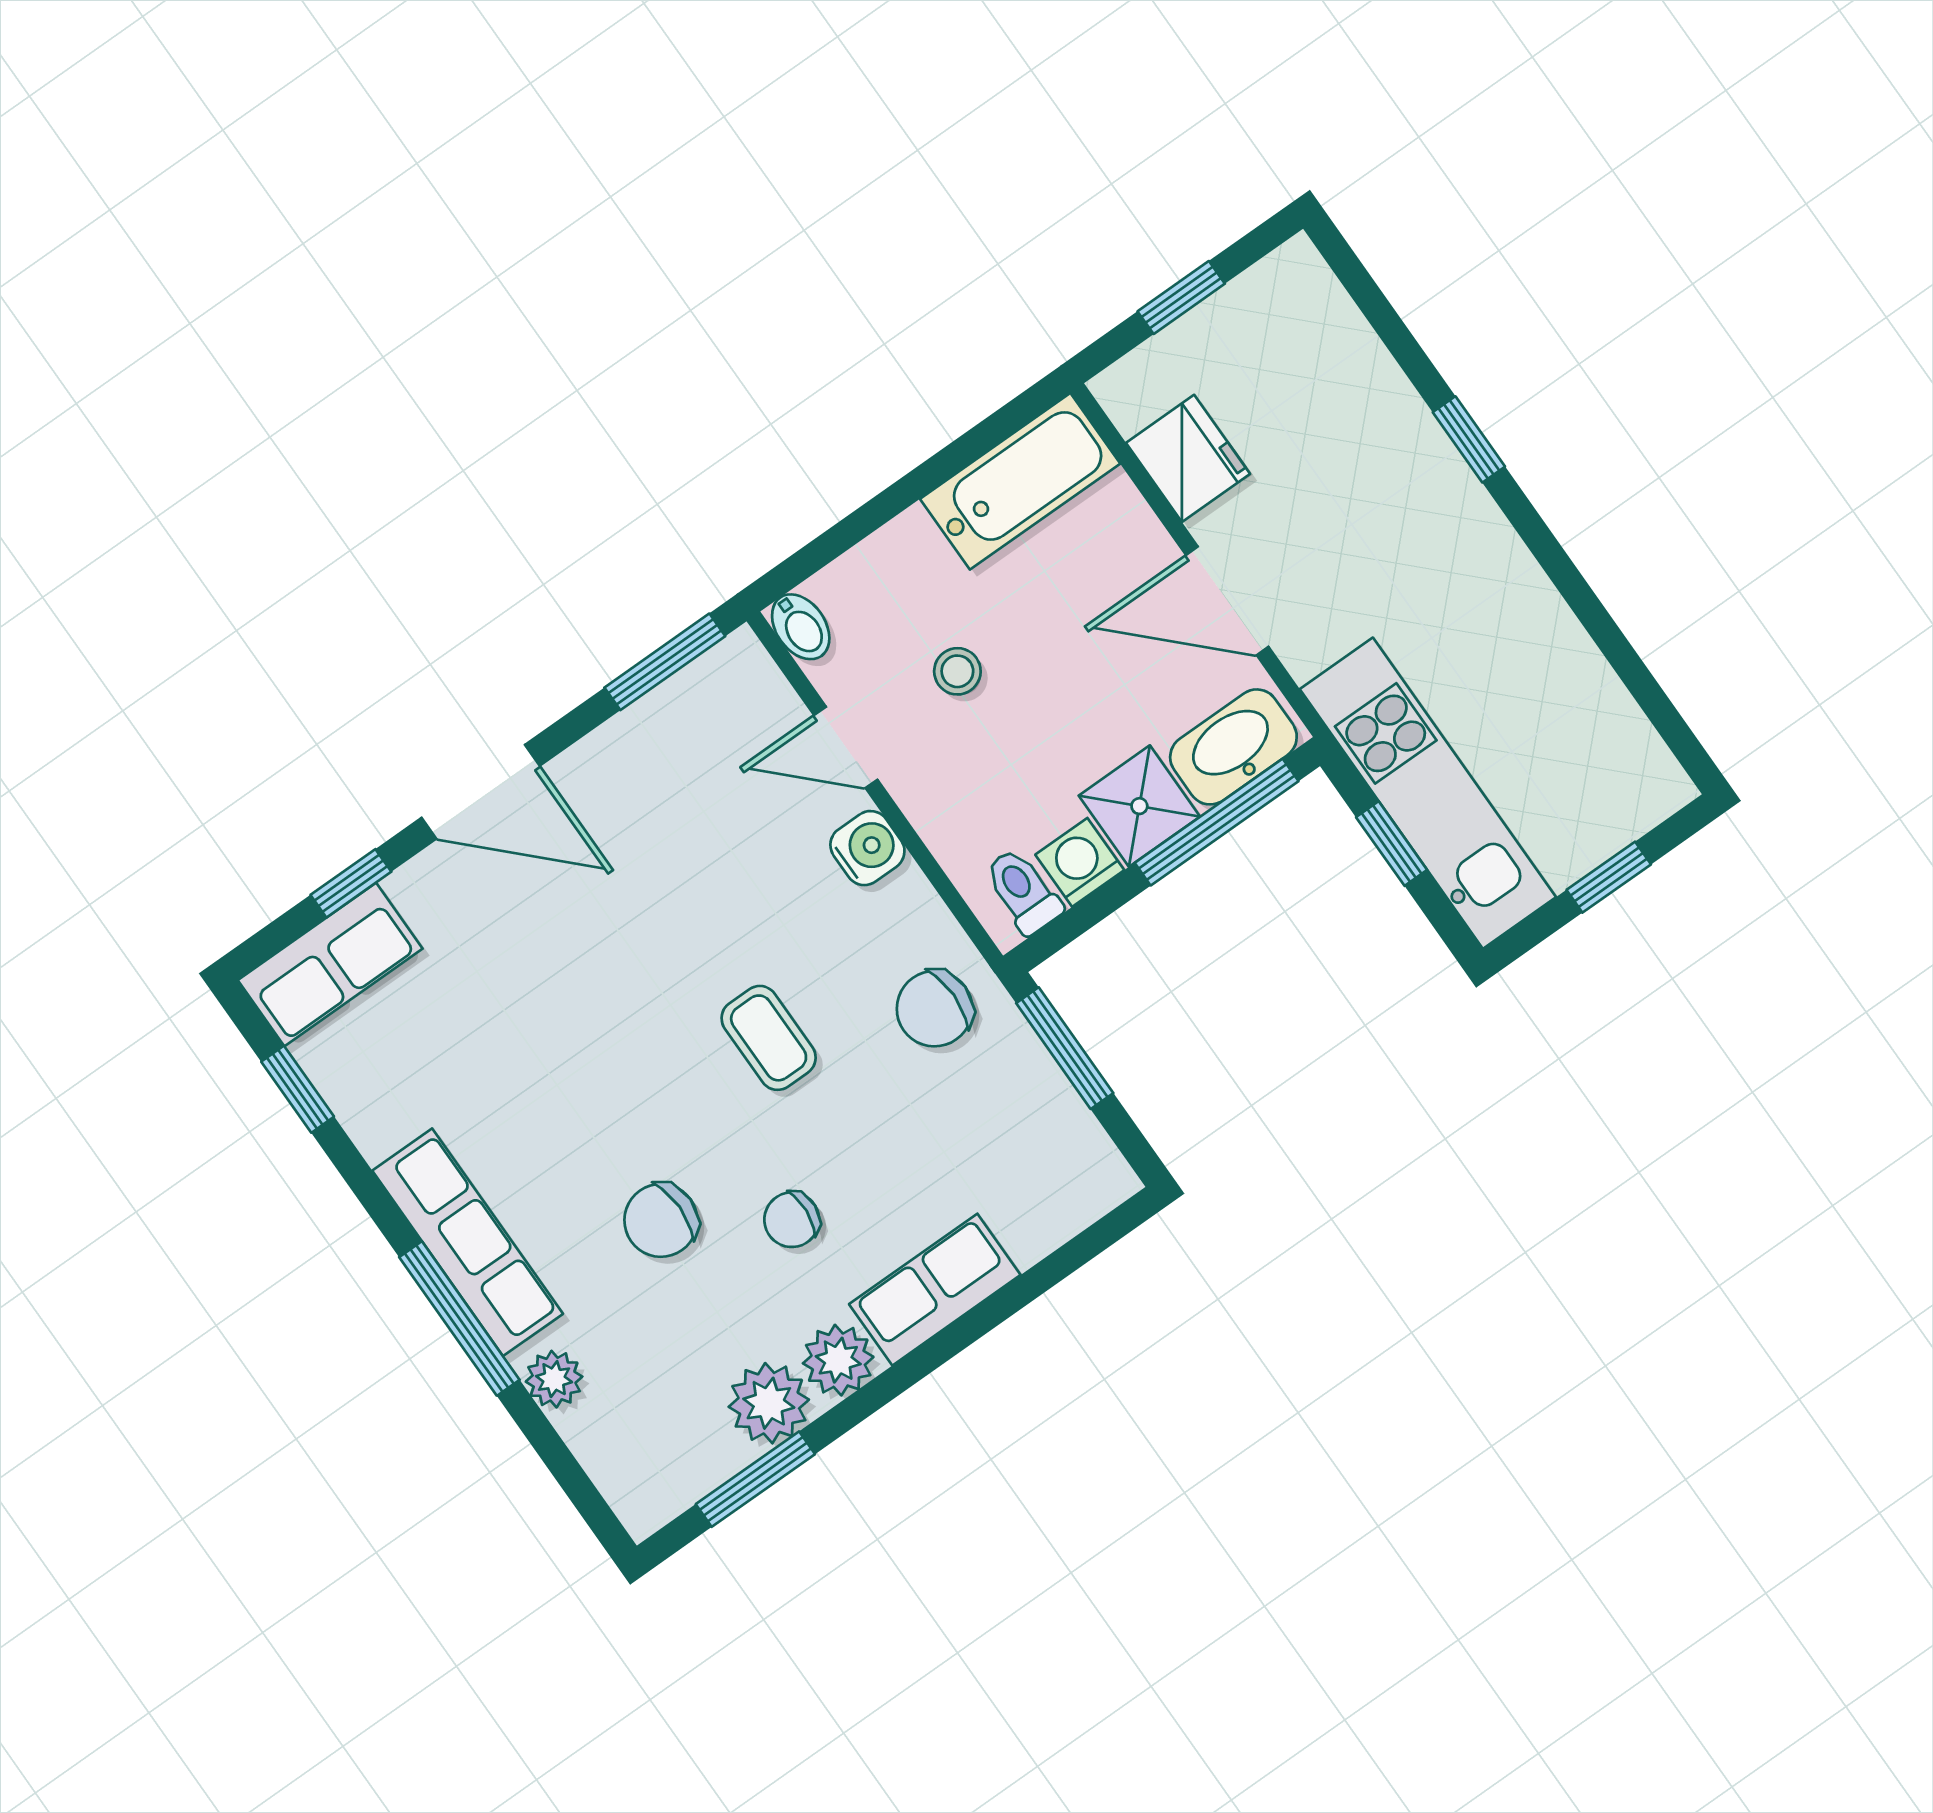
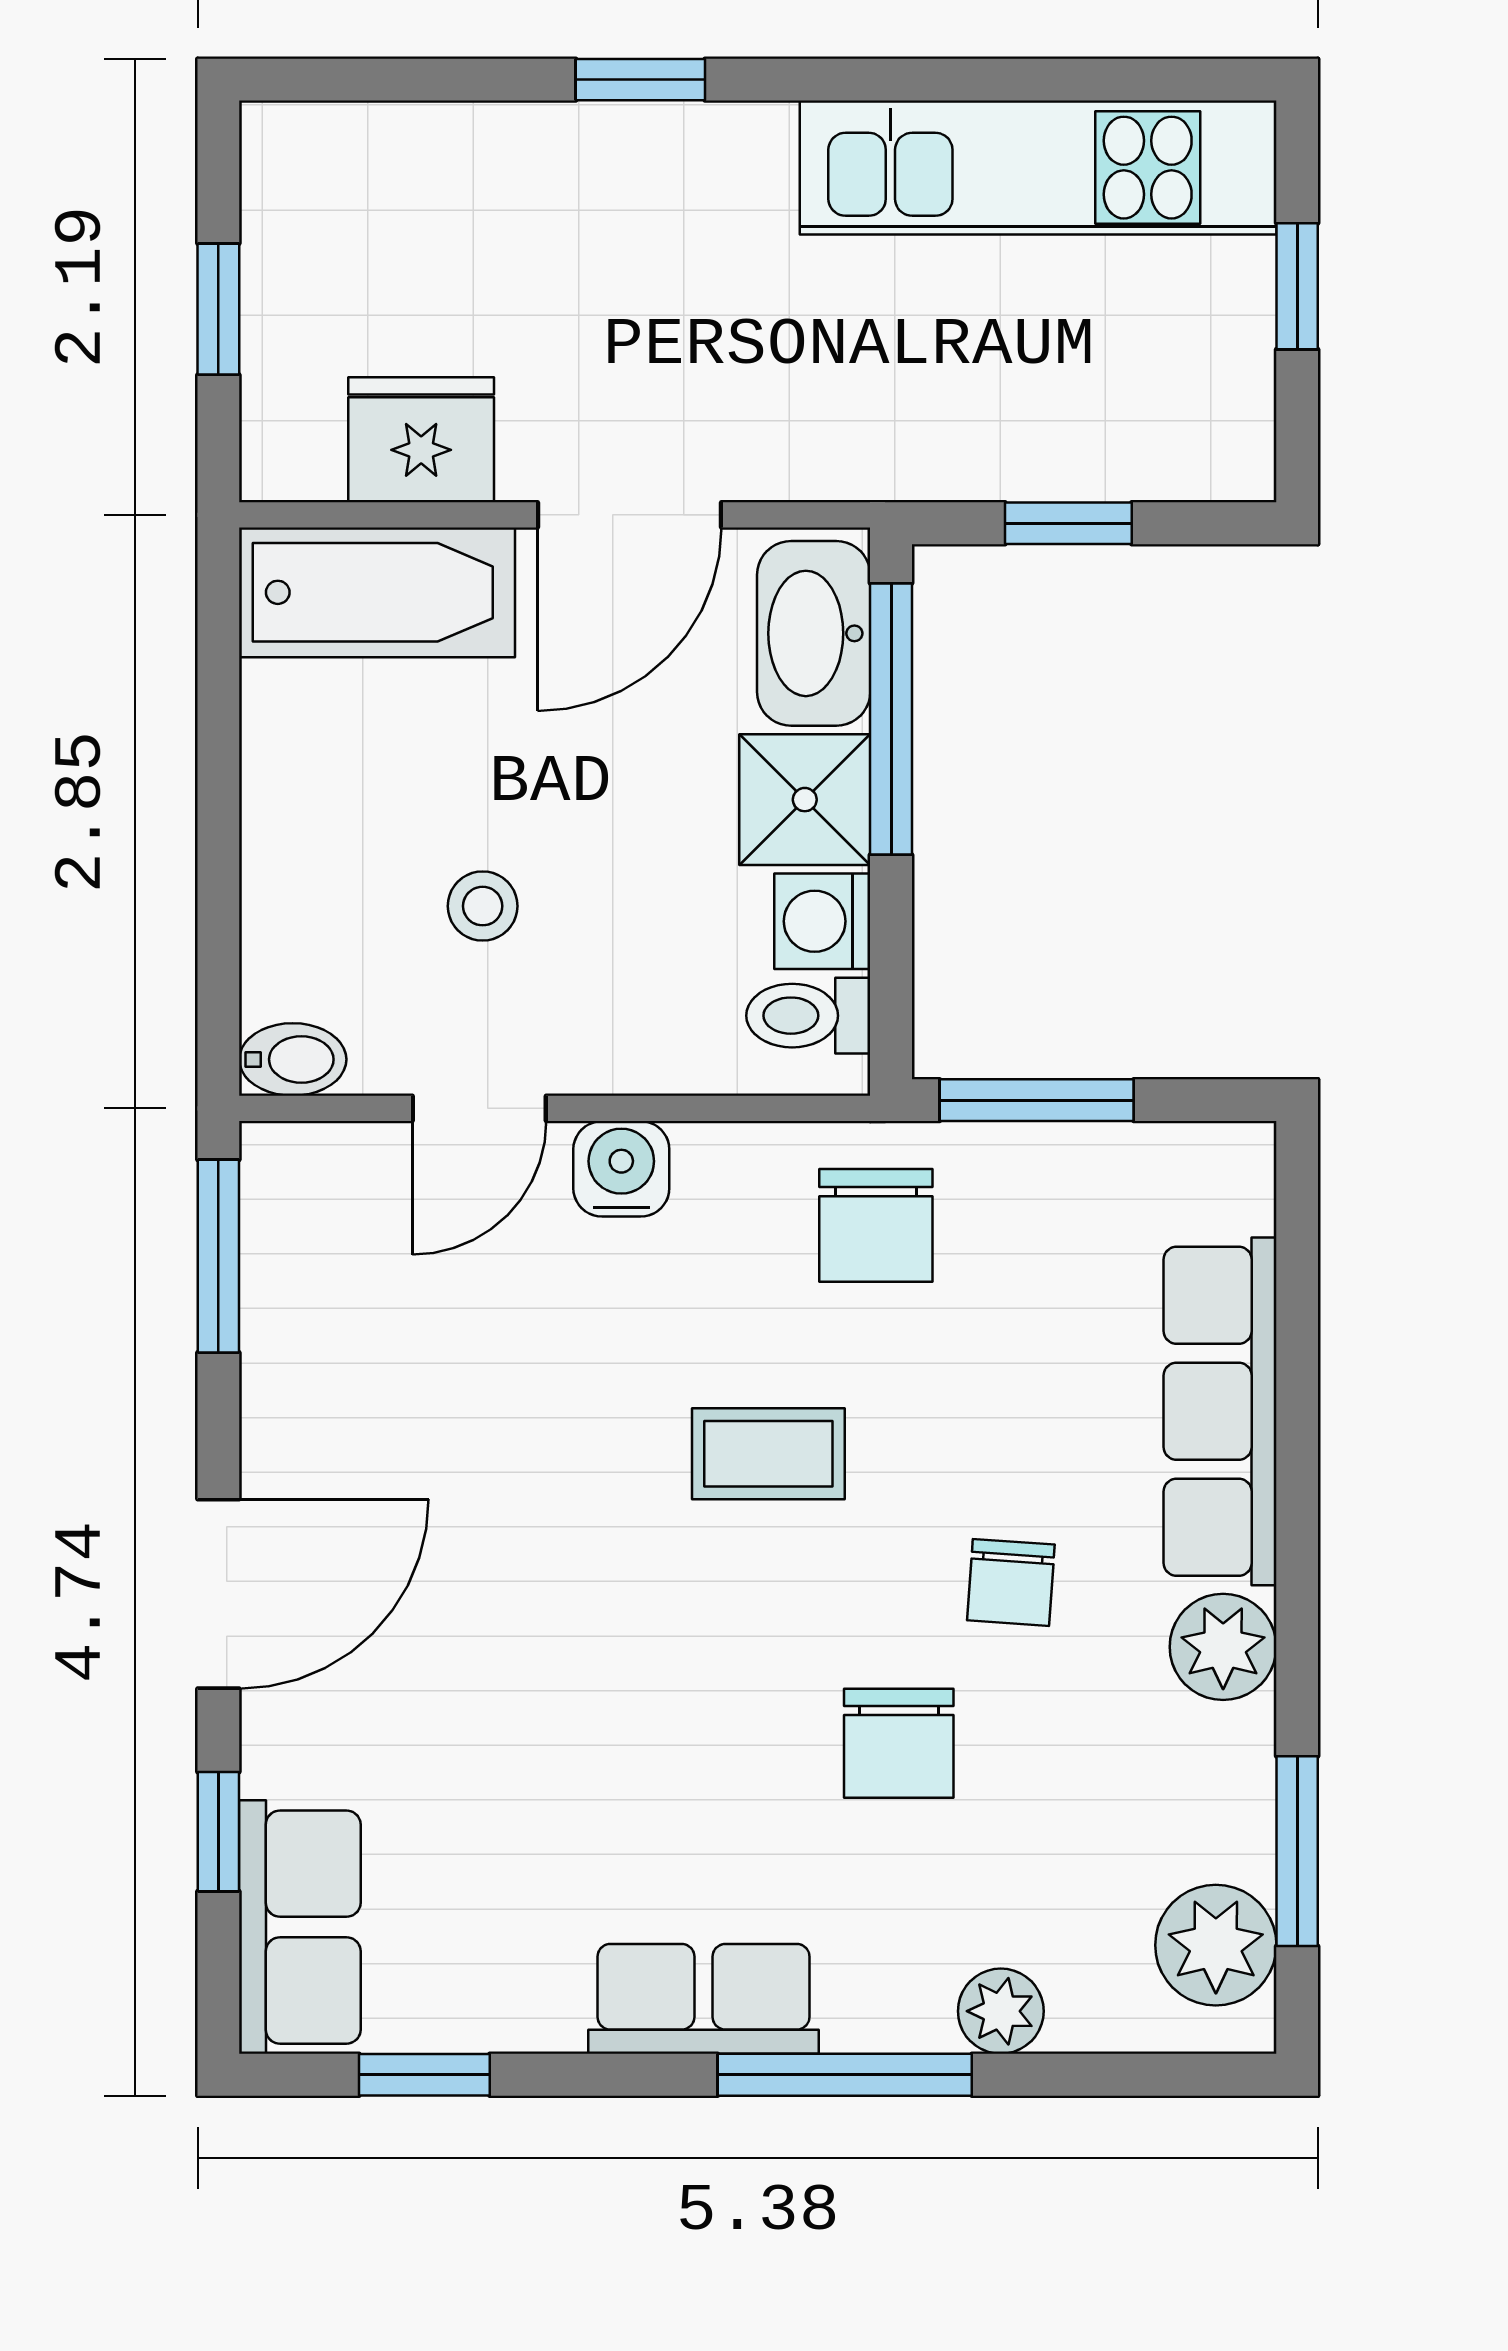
bathtub: (1020, 481) -> (377, 592), moved, turned 90
kitchen unit: (1428, 793) -> (1038, 168), moved, turned 180
row of seats: (468, 1242) -> (704, 1999), width x0.68
row of seats: (935, 1290) -> (1220, 1411), width x1.48
plant: (769, 1403) -> (1216, 1945), moved

